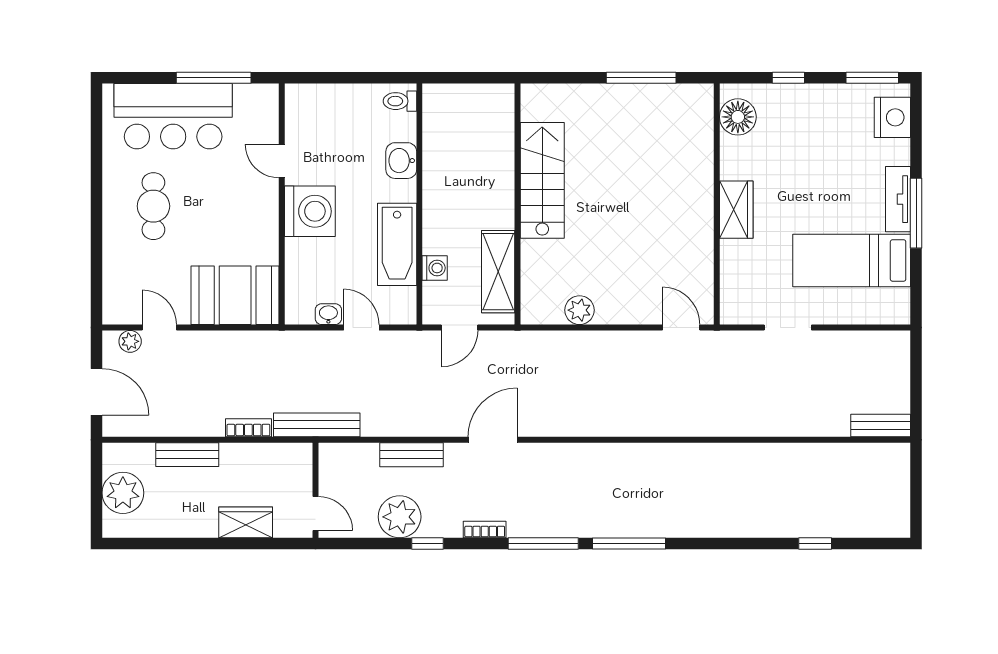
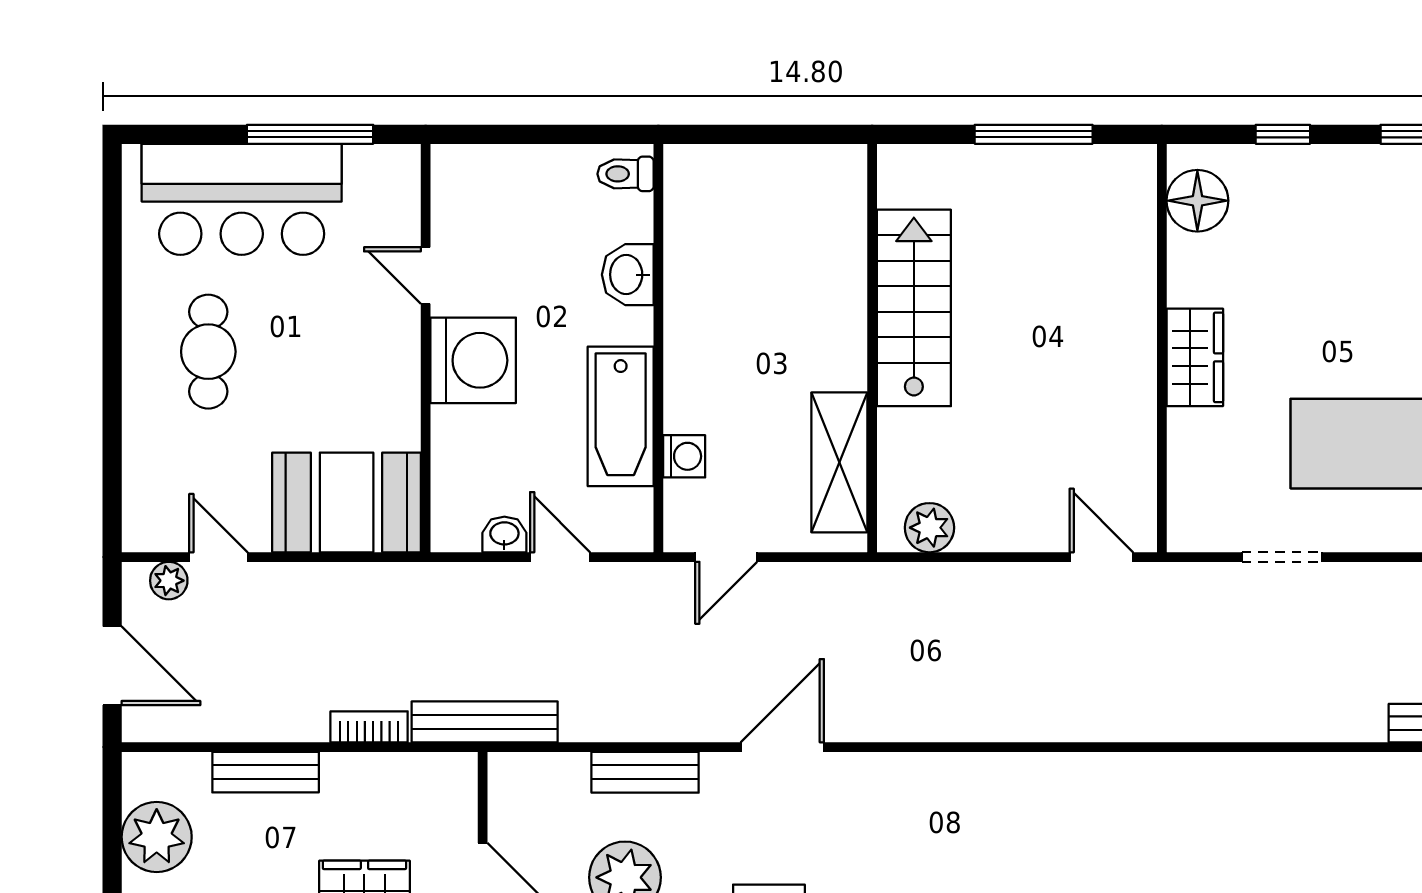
stairs: (542, 180) -> (914, 308), moved
wall: (518, 204) -> (872, 348), moved
shelving: (498, 272) -> (839, 462), moved

